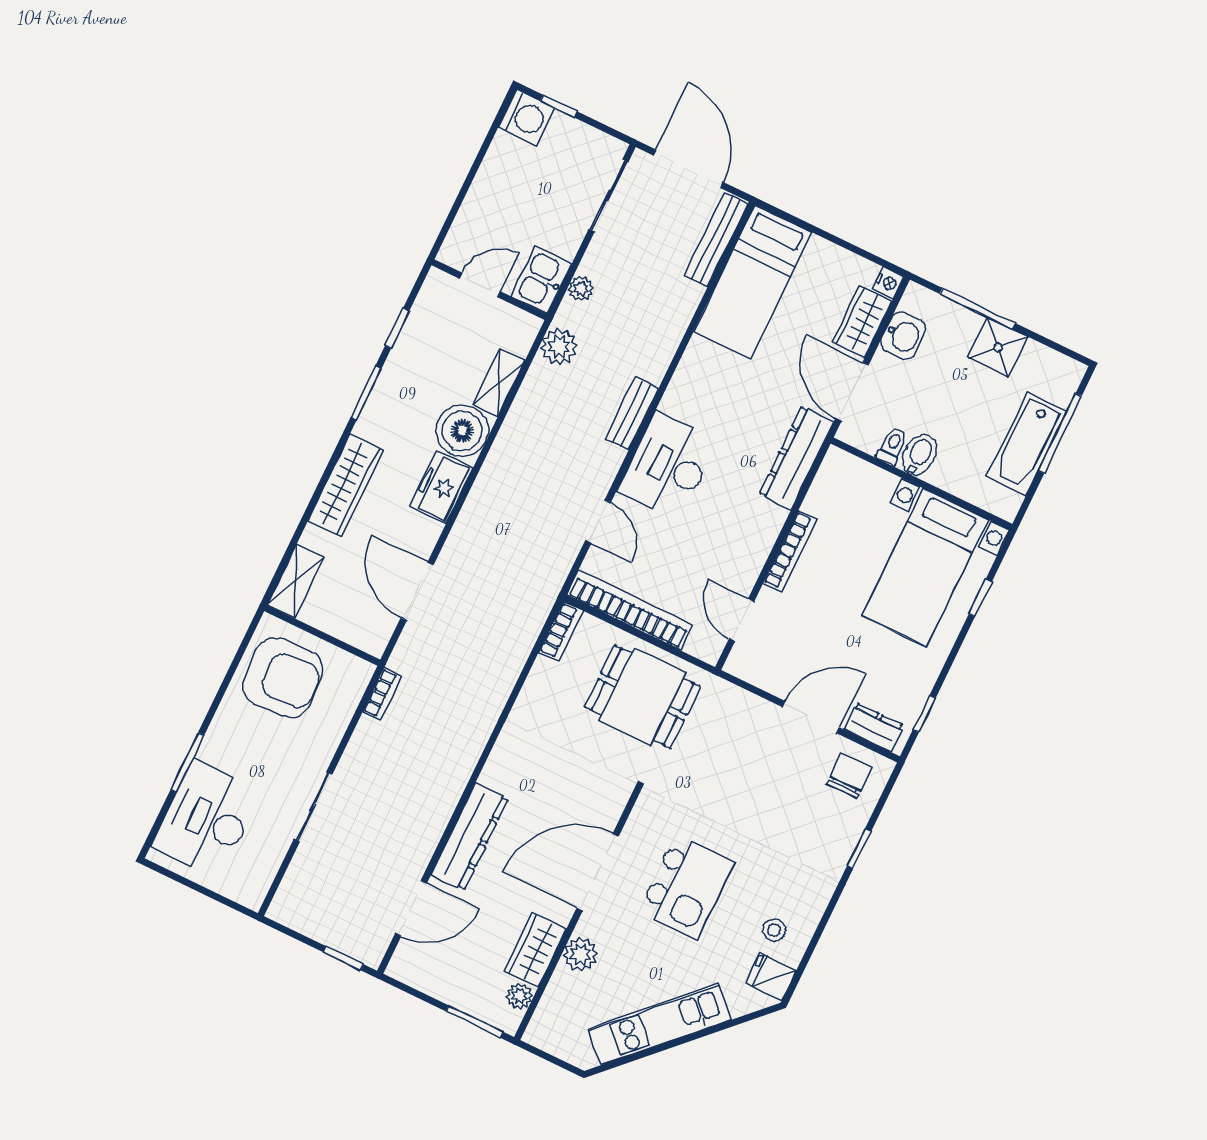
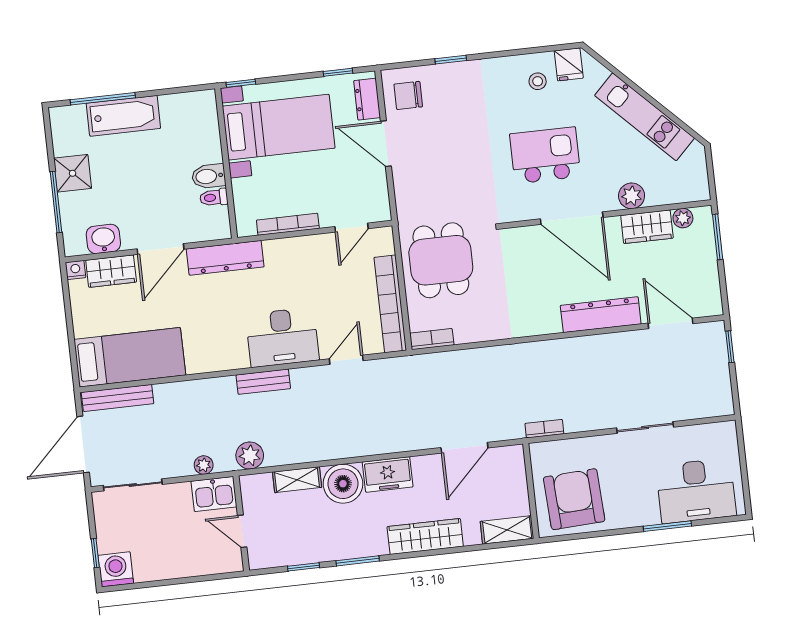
toilet: (892, 446) -> (214, 197), moved
bidet: (919, 455) -> (209, 176), moved
wall: (921, 484) -> (226, 163), moved
bed with nightstands: (925, 568) -> (279, 127), moved

